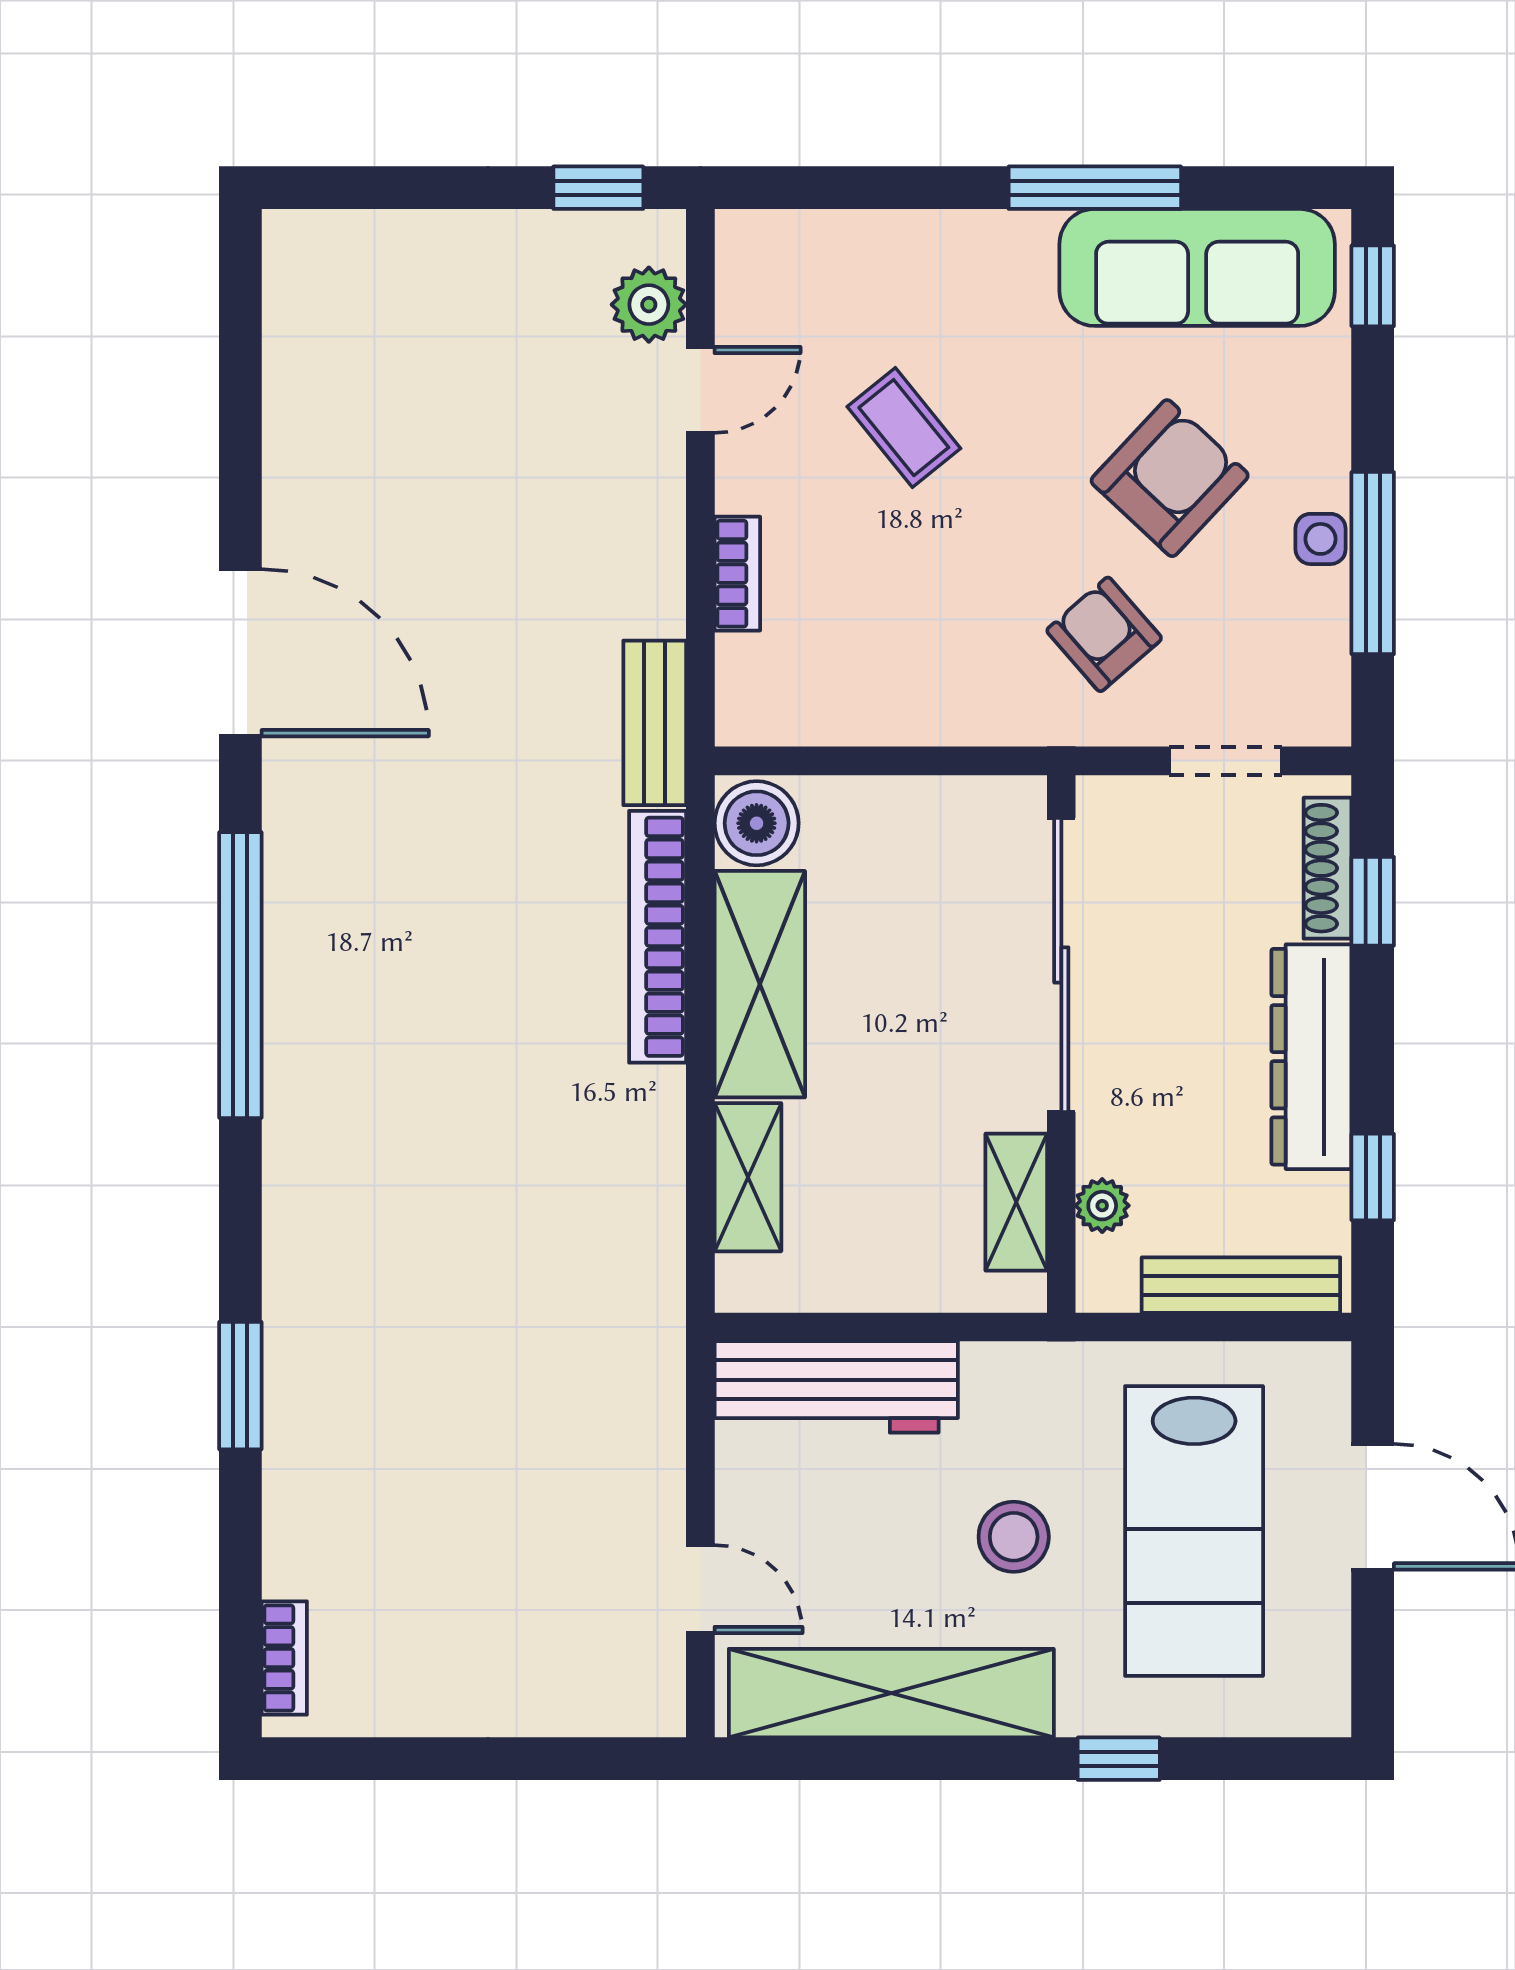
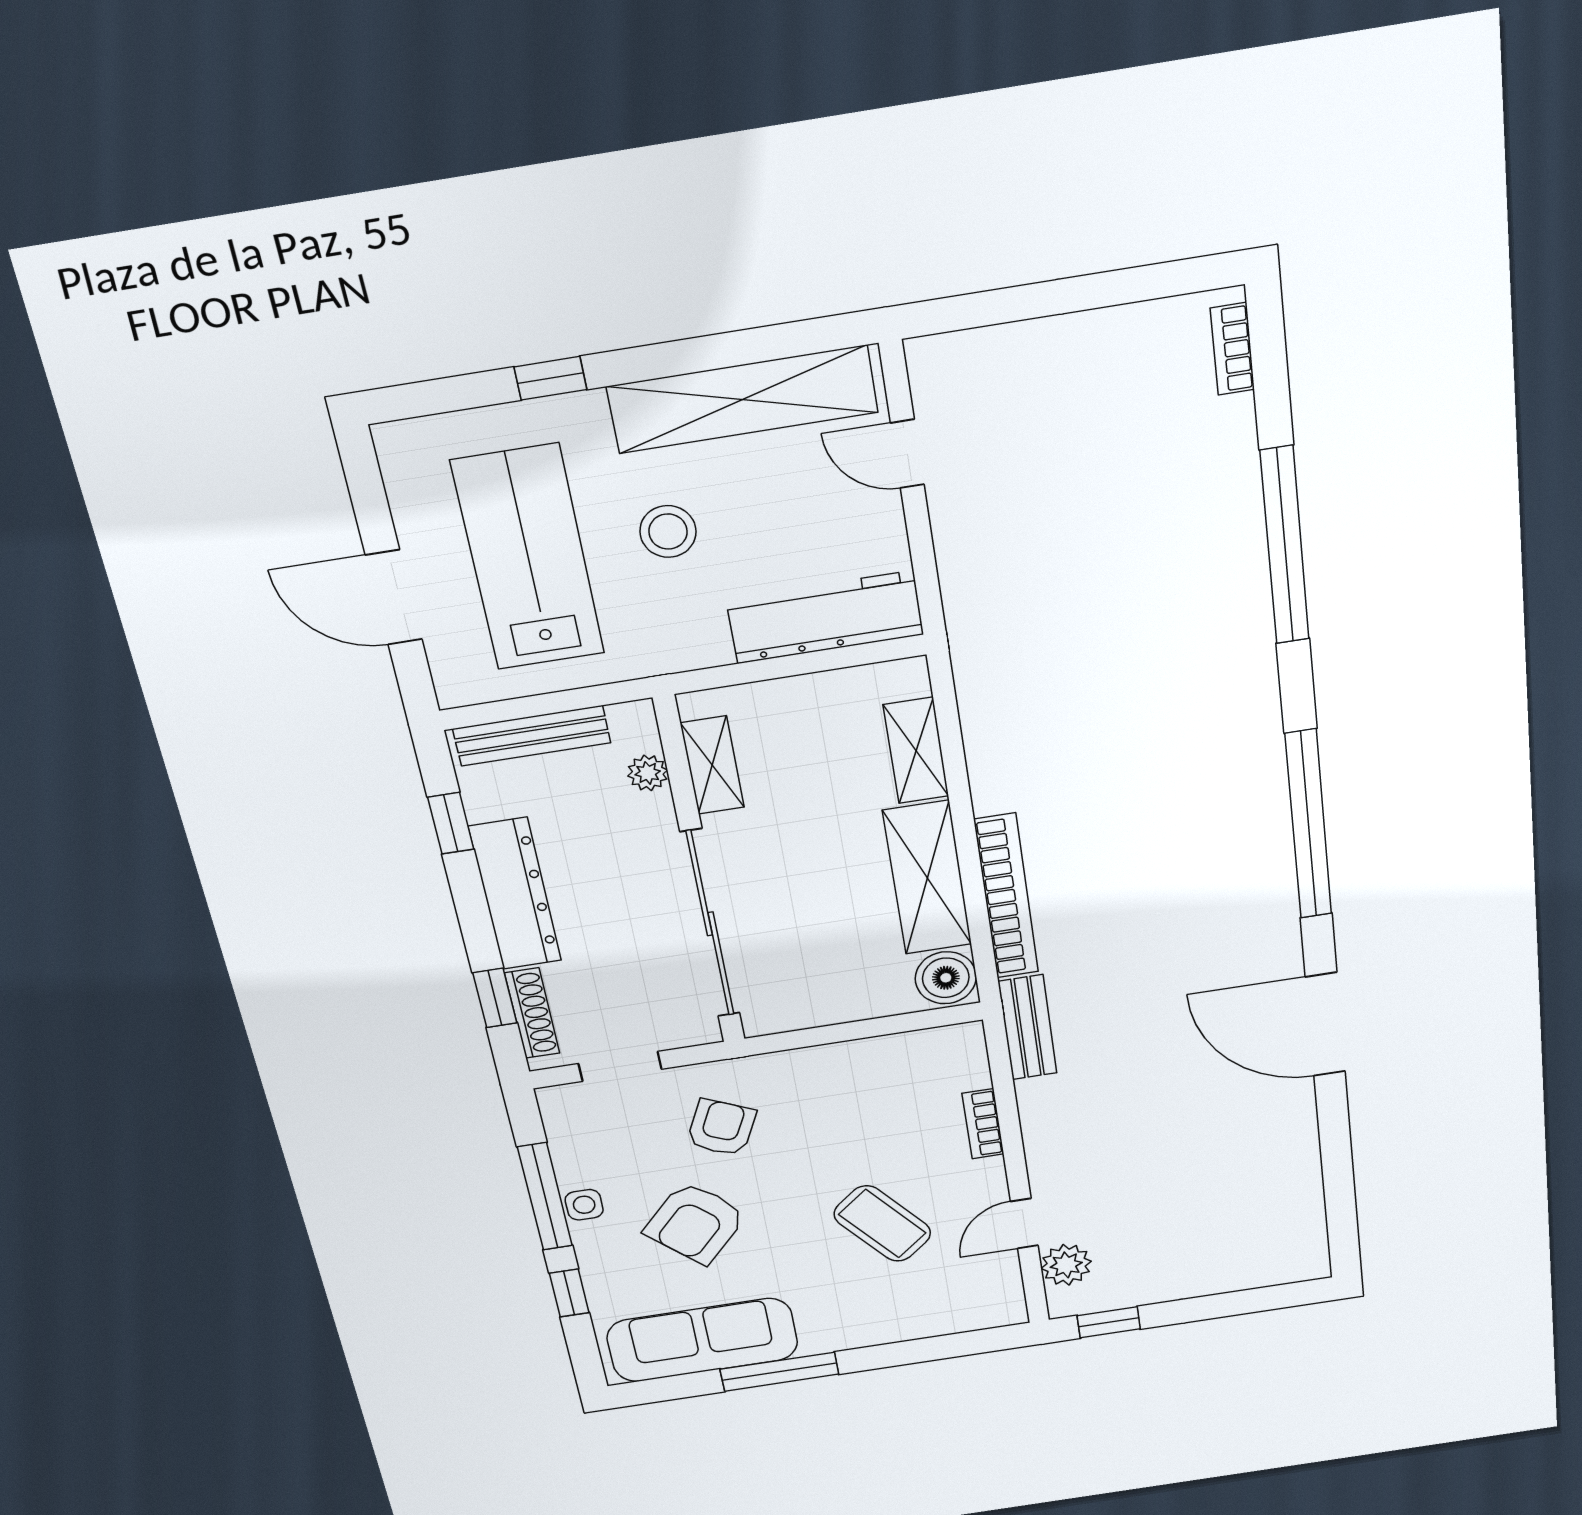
window: (1373, 286) -> (569, 1293), moved
coffee table: (904, 428) -> (882, 1224), width x1.36, depth x1.30
armchair: (1104, 634) -> (721, 1128), turned -114
window: (240, 1386) -> (1285, 546), width x2.11

